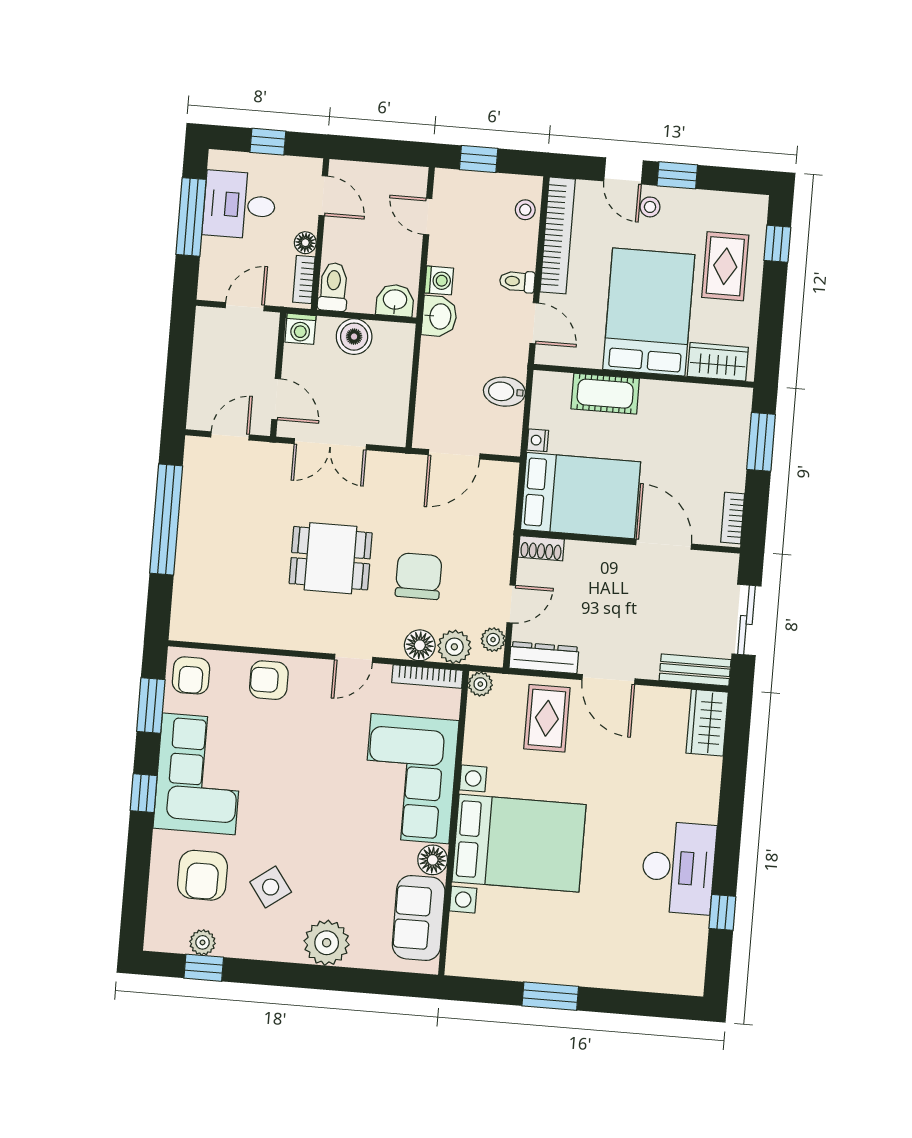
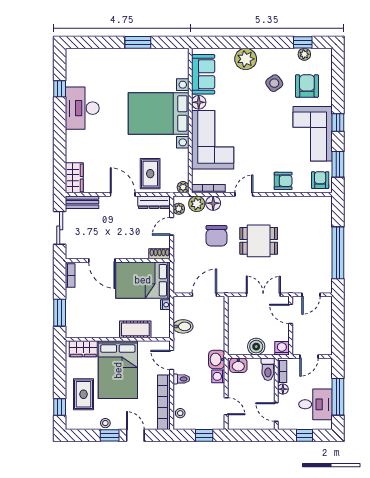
stool: (650, 207) -> (105, 423), moved

